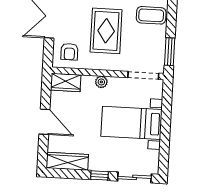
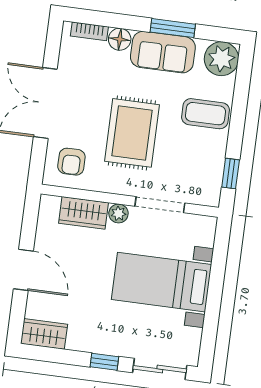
window: (170, 52) -> (231, 173), width x0.67
doorway: (143, 75) -> (160, 205), moved
wardrobe: (66, 82) -> (83, 213), moved
wardrobe: (67, 161) -> (44, 334), width x0.67

